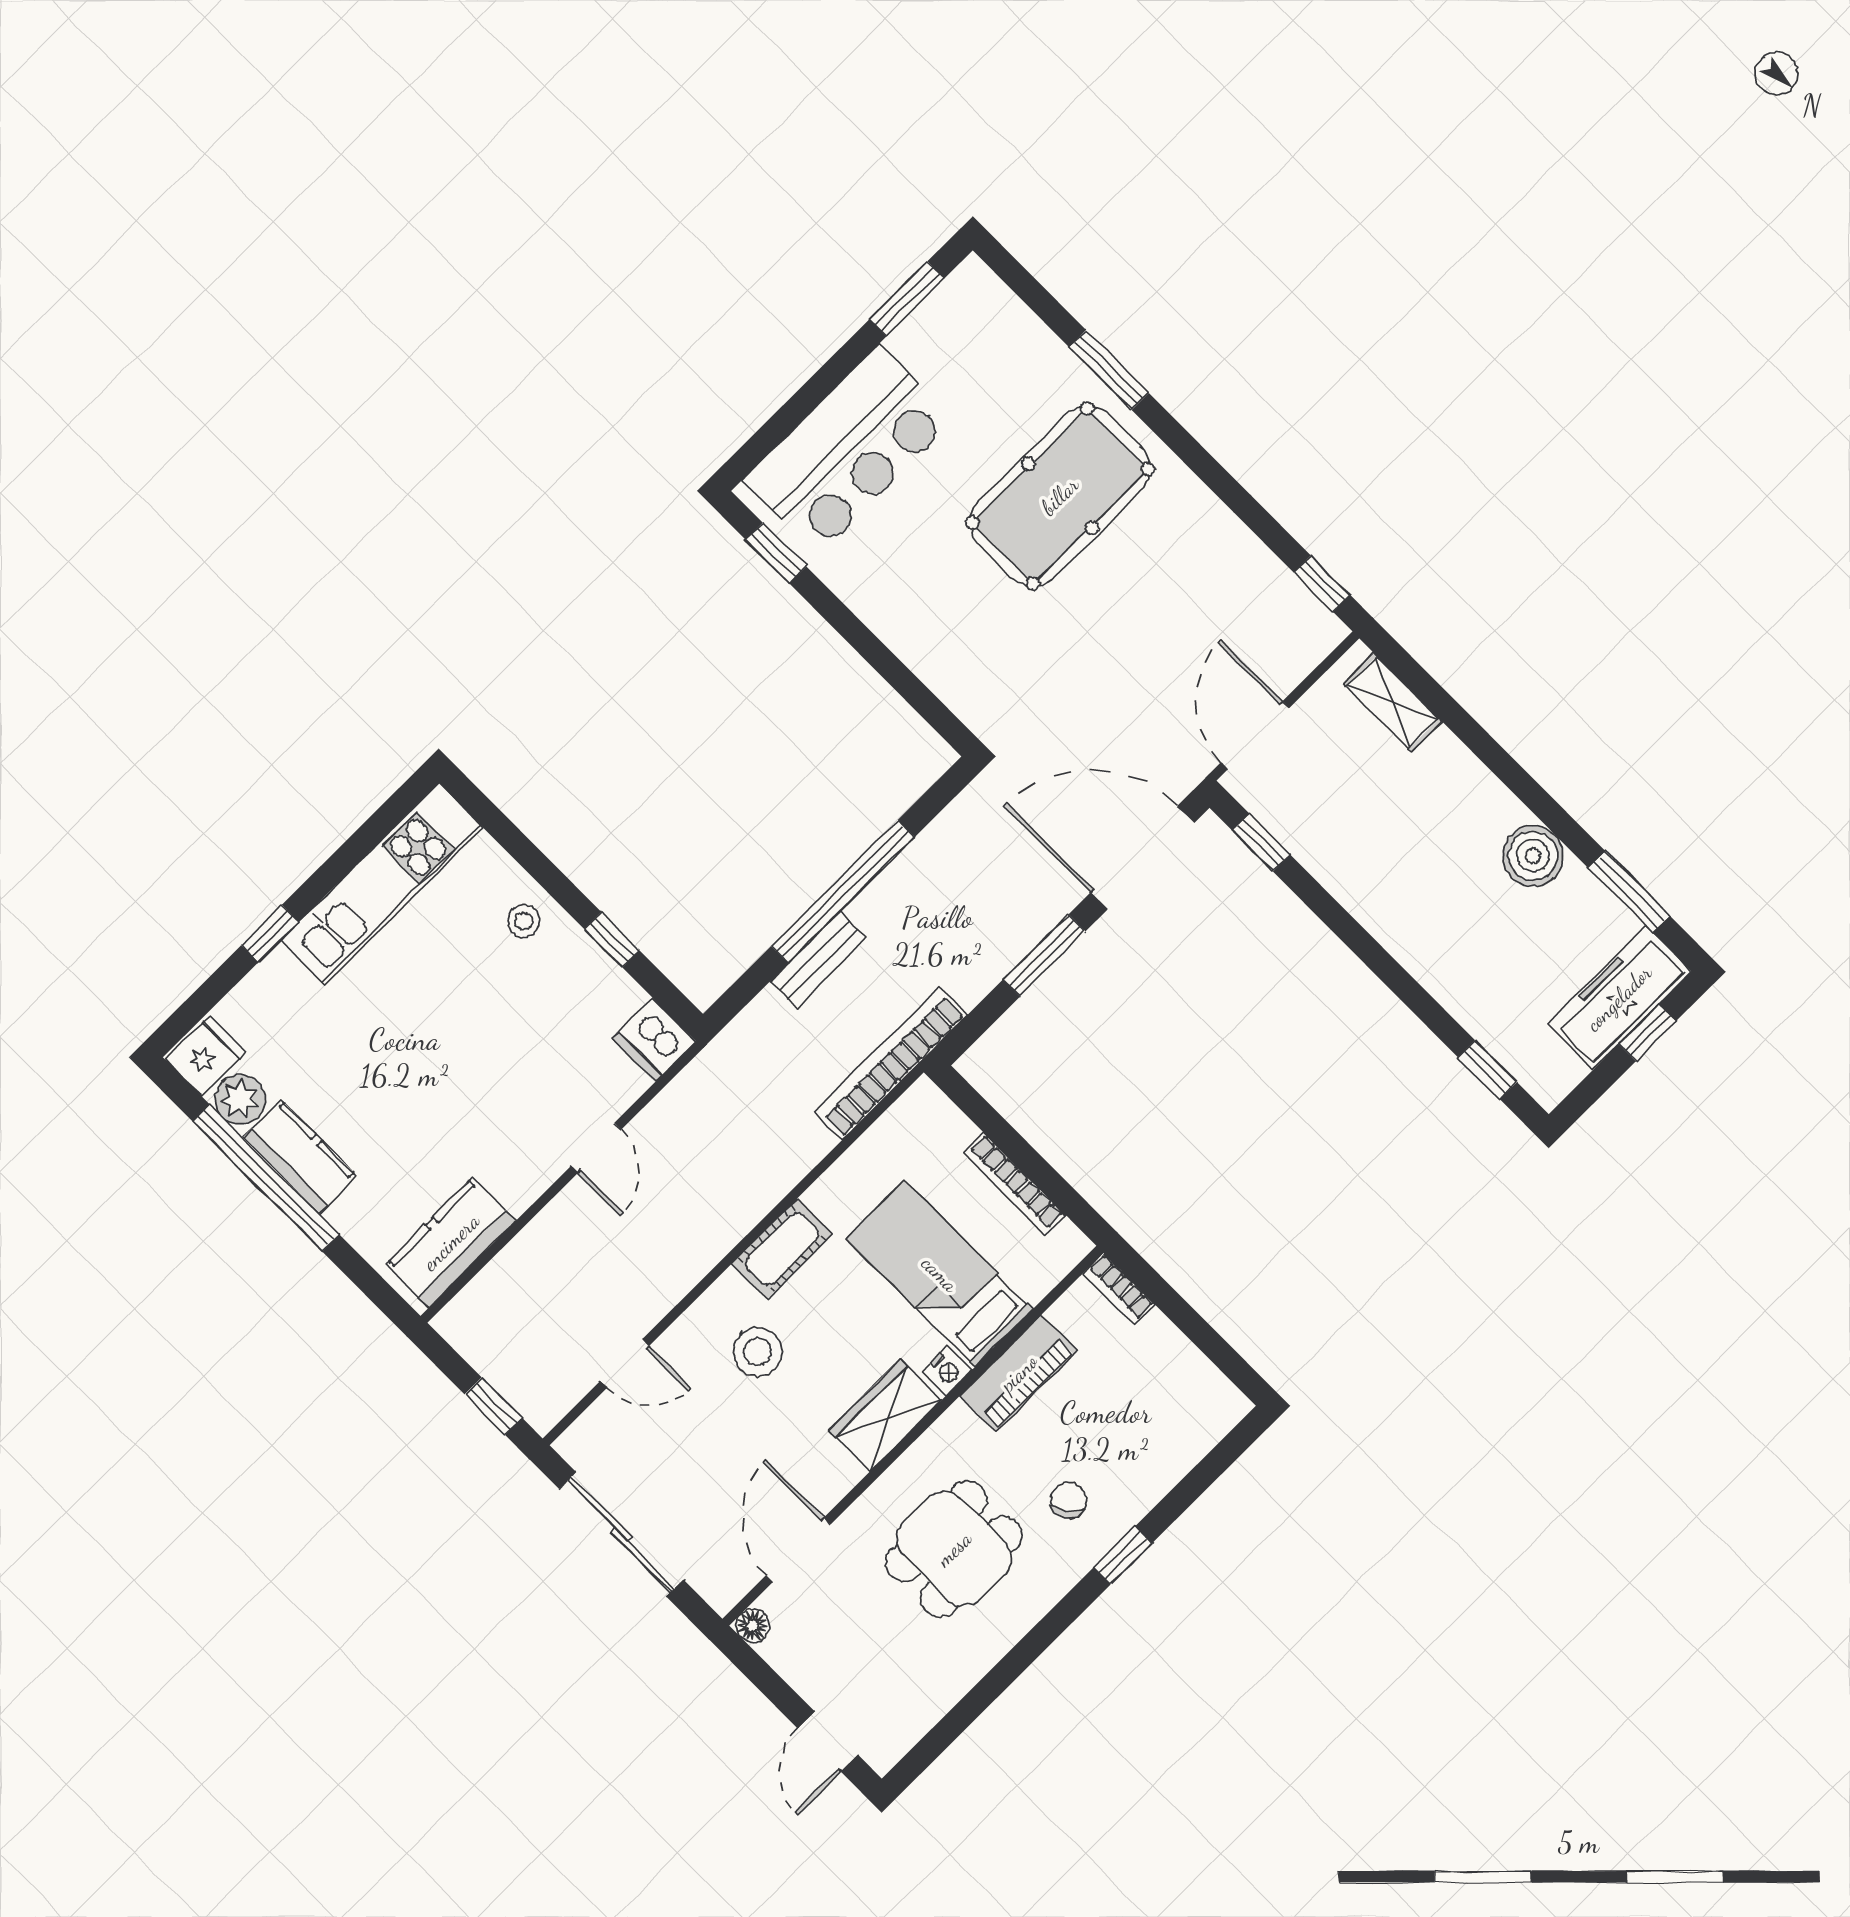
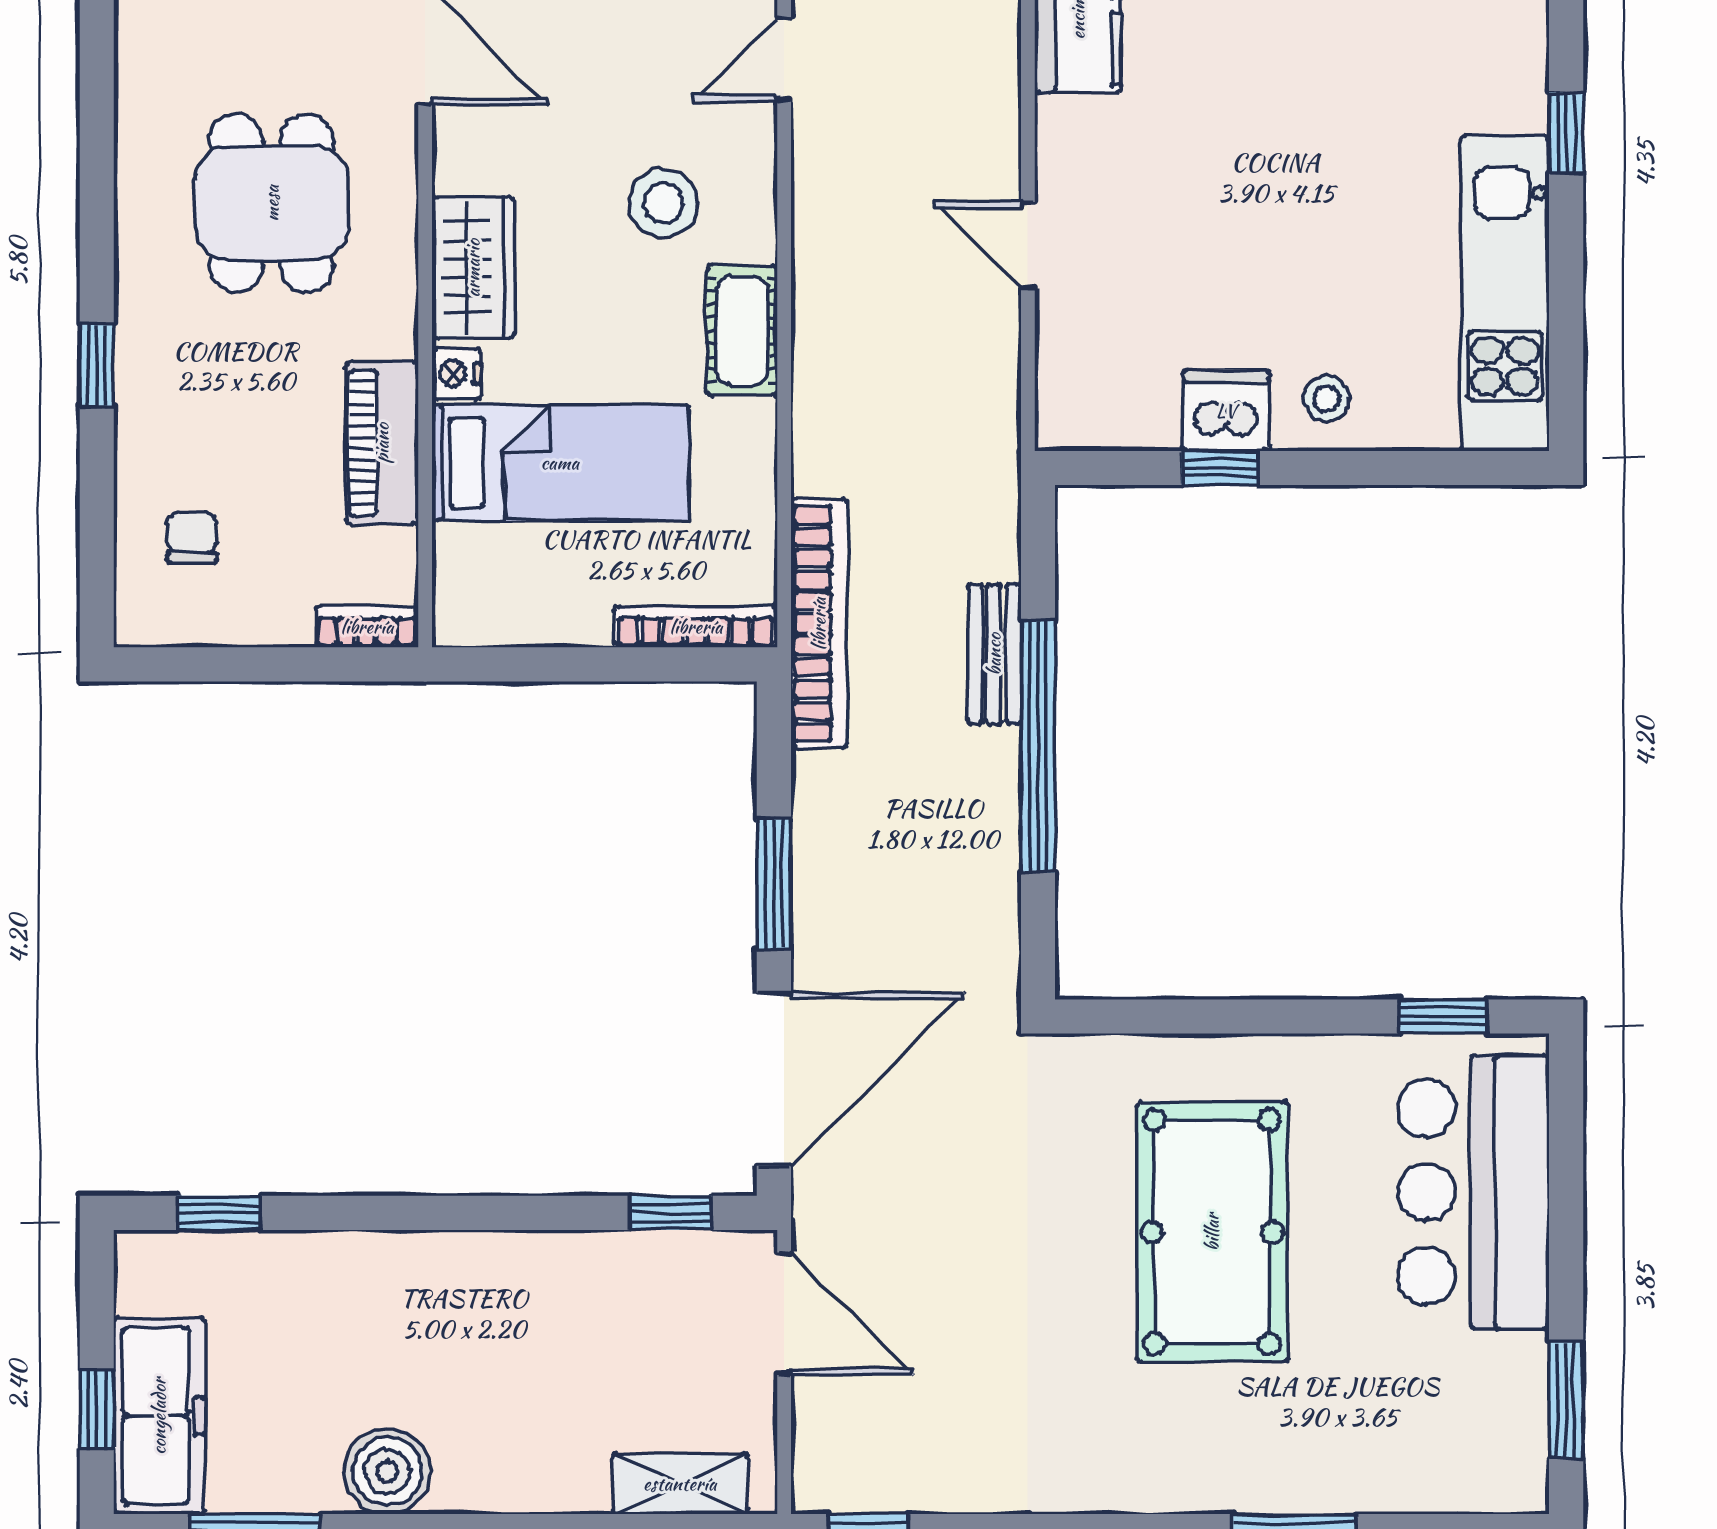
pool table: (1060, 496) -> (1212, 1232), moved
dishwasher: (654, 1040) -> (1226, 411), moved
bookcase: (1014, 1184) -> (696, 627), moved
chair: (1068, 1500) -> (192, 537), moved, turned -145

